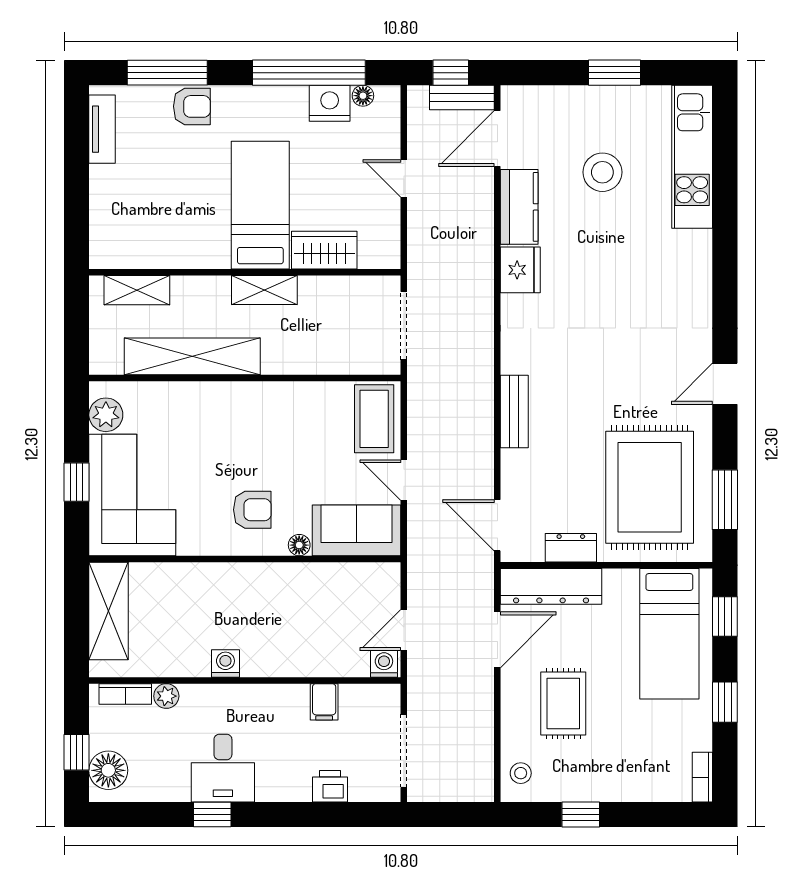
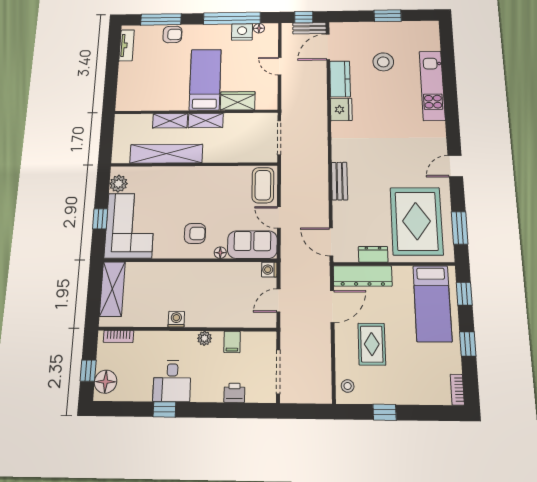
kitchen unit: (692, 157) -> (432, 86), moved
shelving: (137, 290) -> (170, 121), moved
washing machine: (384, 664) -> (269, 270), moved, turned -90
plant: (166, 696) -> (204, 338), moved

